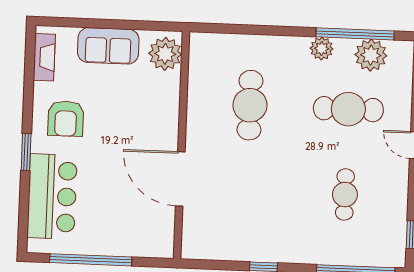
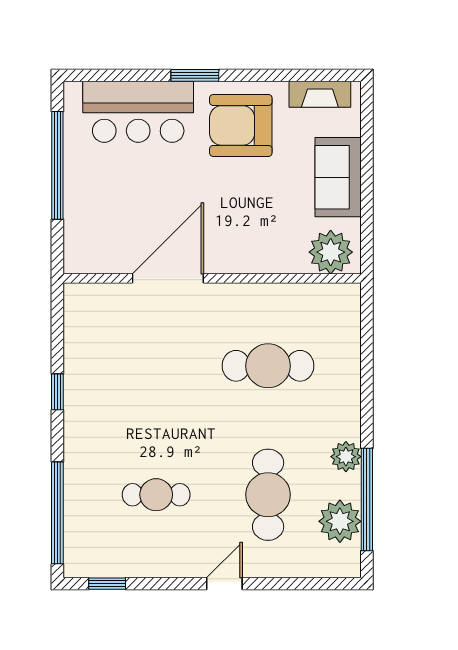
armchair: (66, 119) -> (241, 125), width x1.36, depth x1.36

